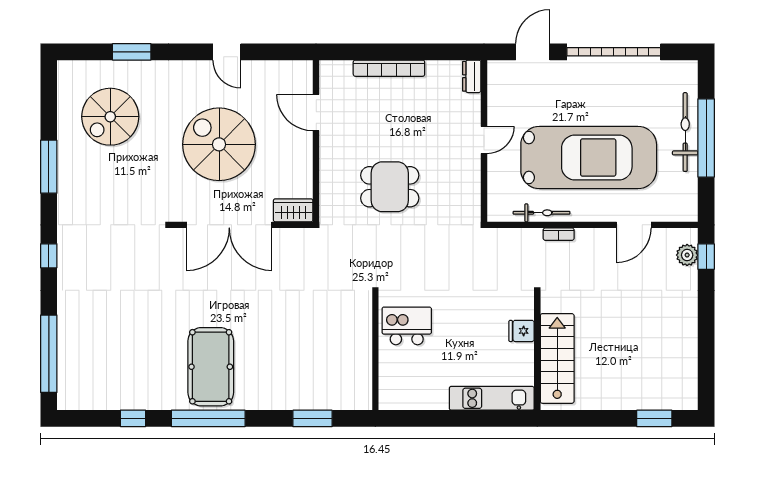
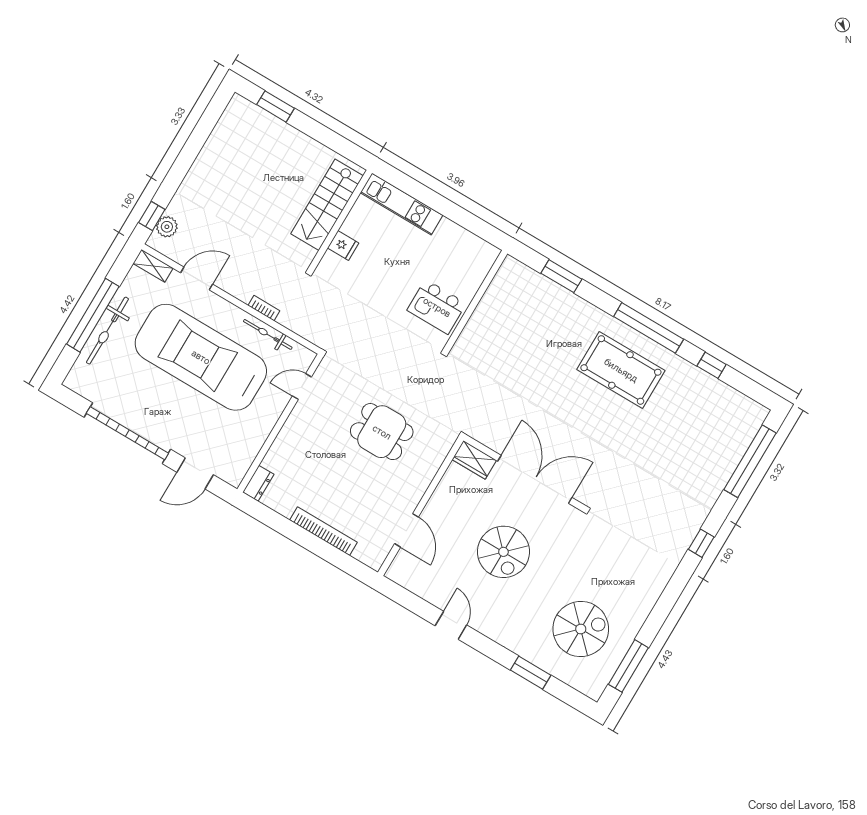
door: (484, 140) -> (302, 387), moved
spiral stairs: (219, 144) -> (503, 552), width x0.73, depth x0.73
window: (49, 167) -> (628, 666), moved
shelving: (679, 213) -> (153, 266), added
pool table: (211, 367) -> (621, 370), turned 90

